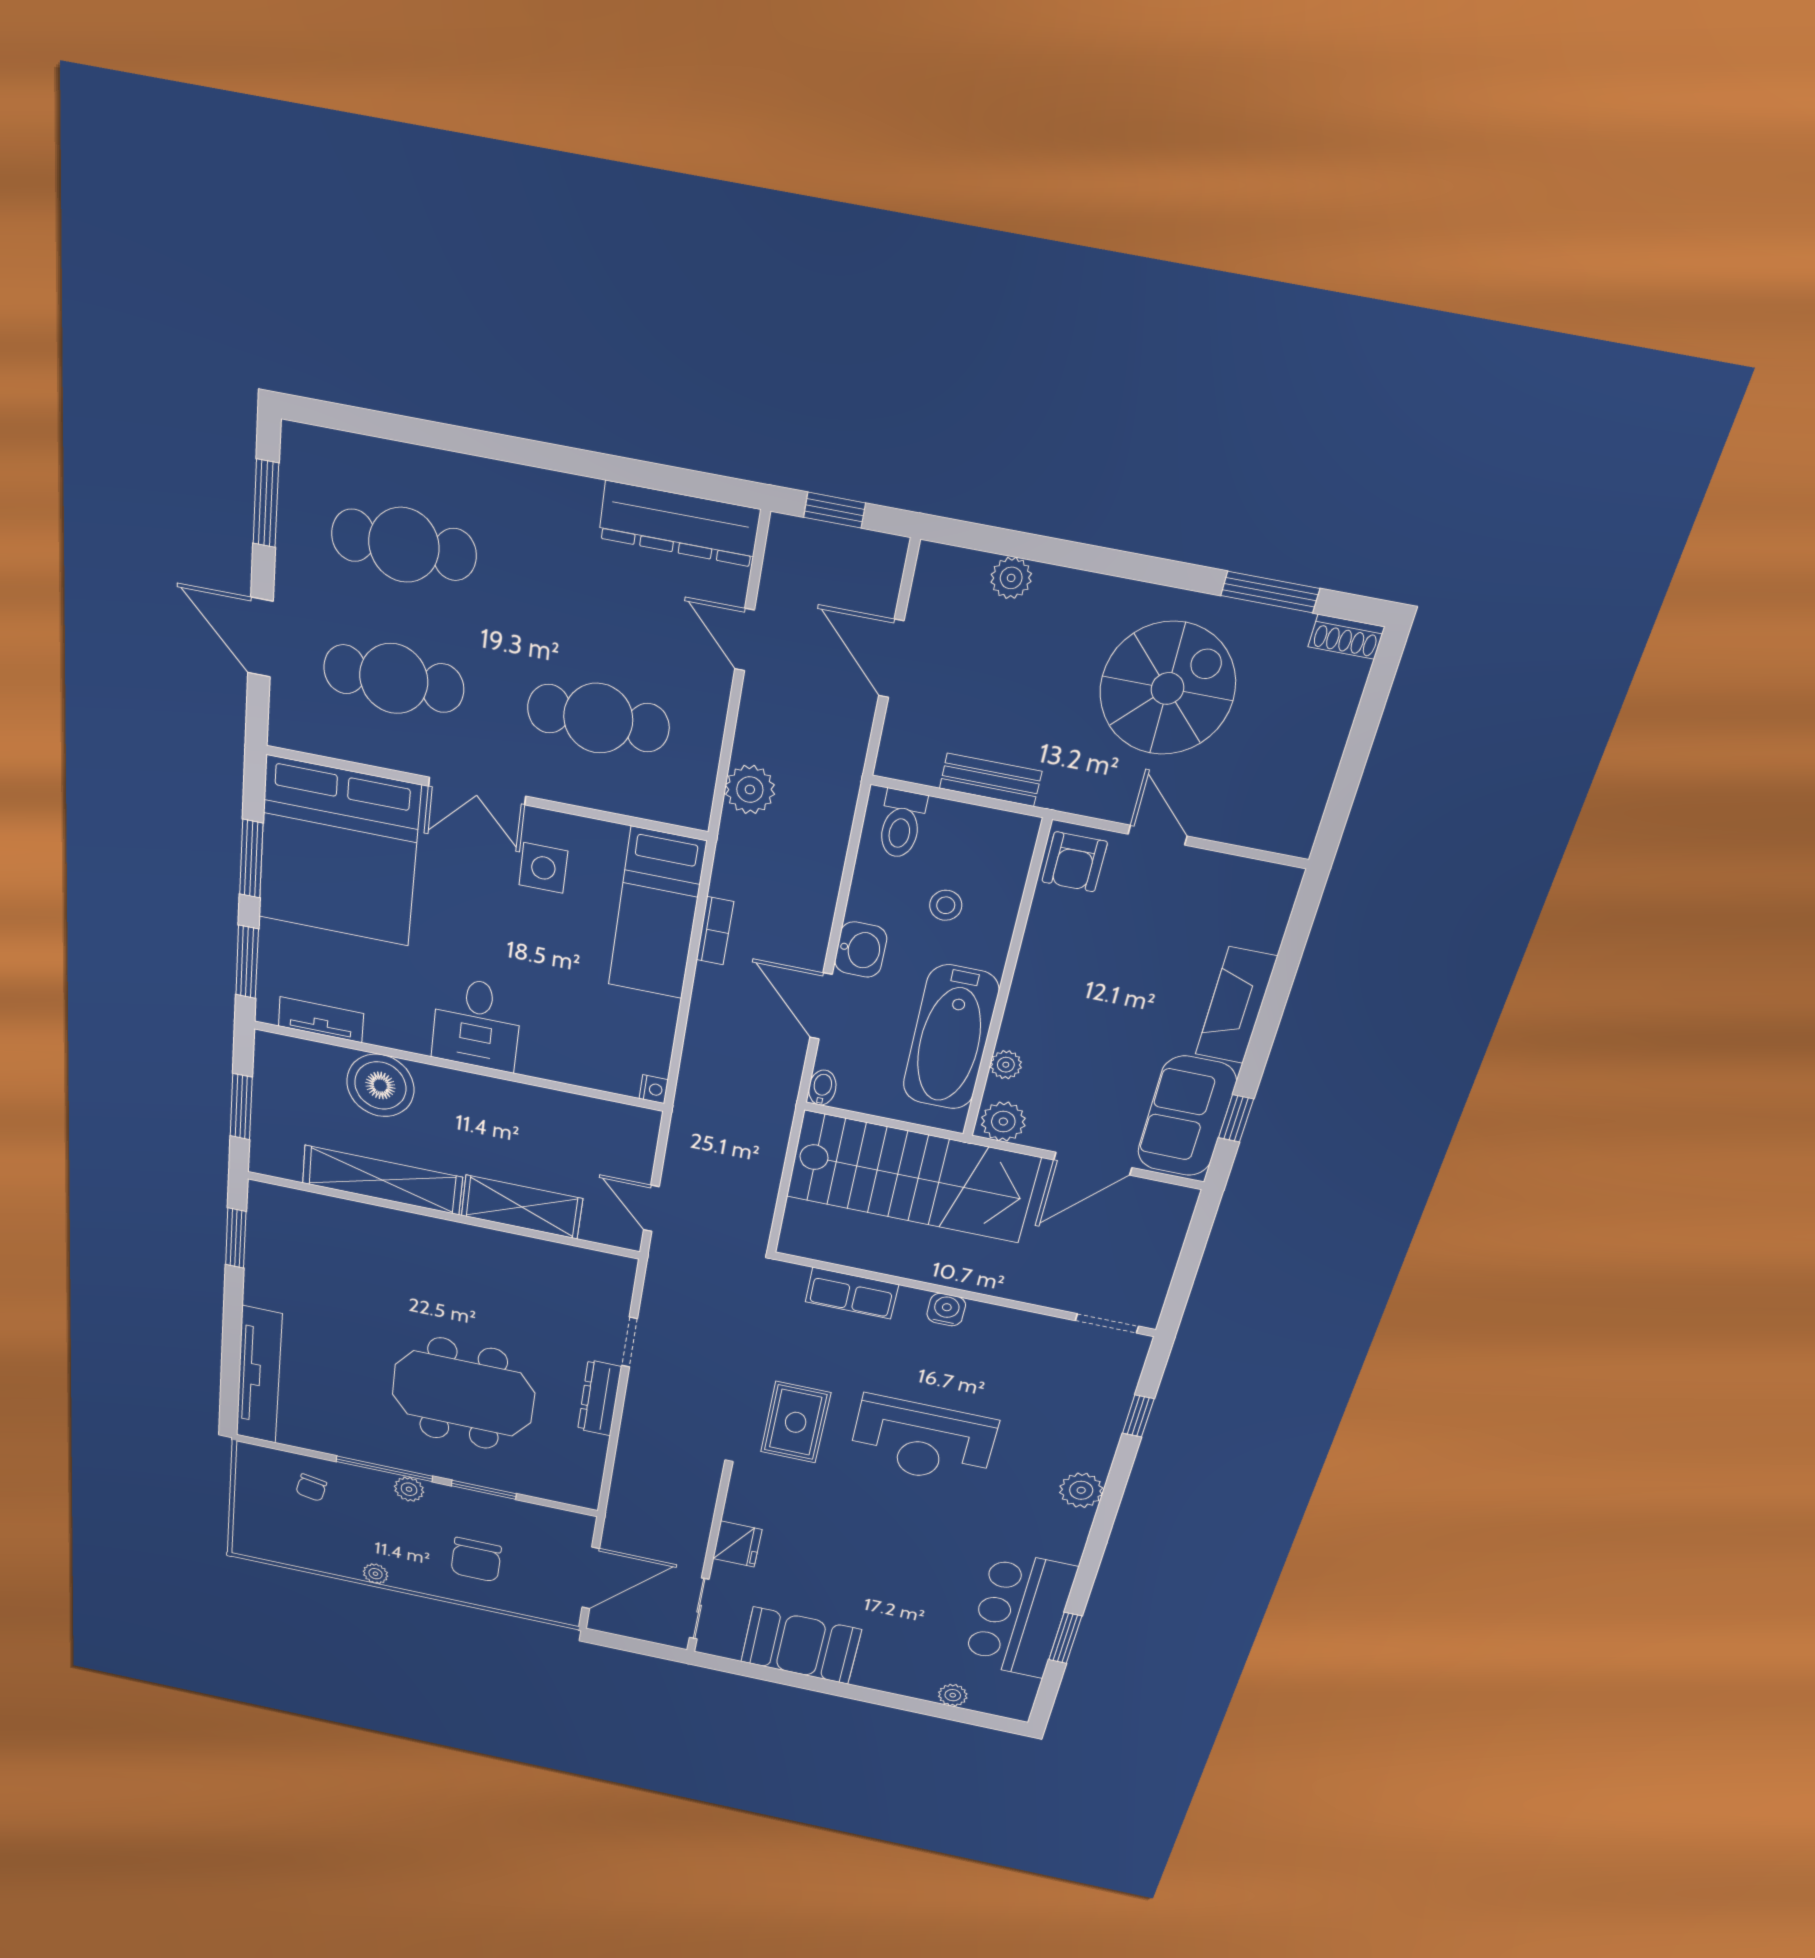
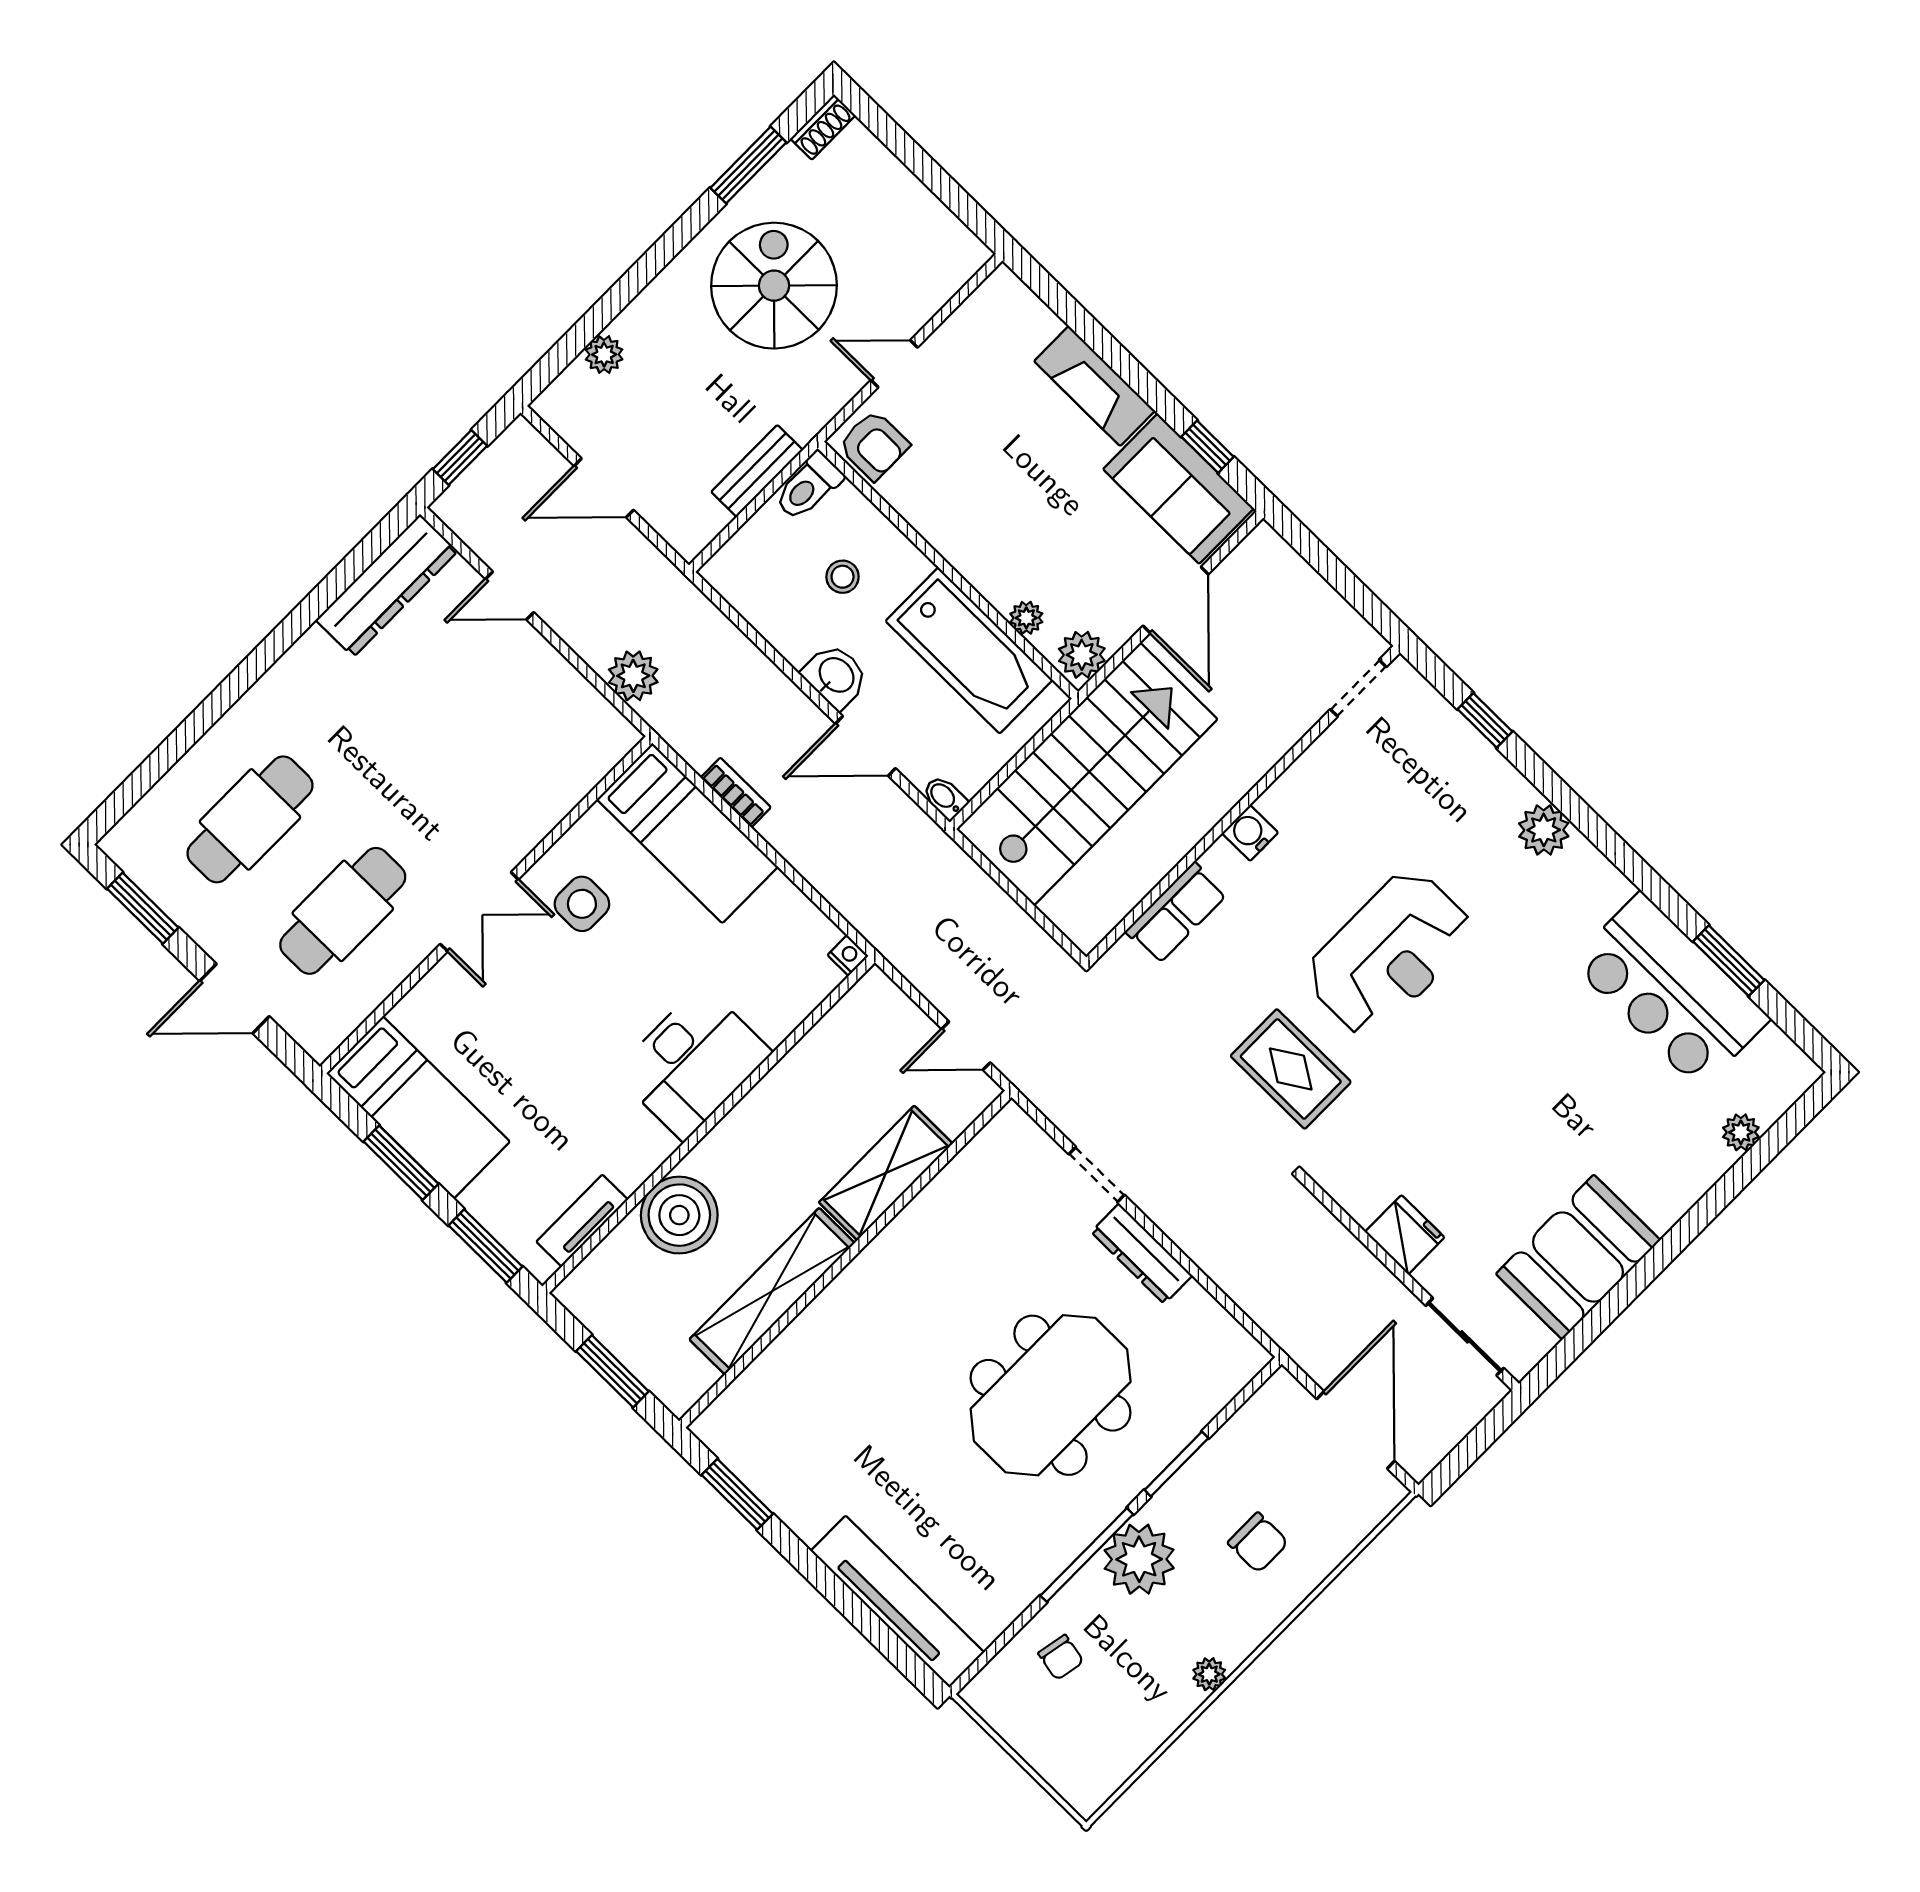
cafe table: (598, 718) -> (490, 761), removed
toilet: (901, 824) -> (808, 487), moved, turned 90
bed: (338, 852) -> (418, 1107), width x0.49
desk: (477, 1024) -> (693, 1062), width x1.37
plant: (409, 1489) -> (1139, 1559), width x1.88, depth x1.88
chair: (476, 1560) -> (1258, 1543), width x0.73, depth x0.73

